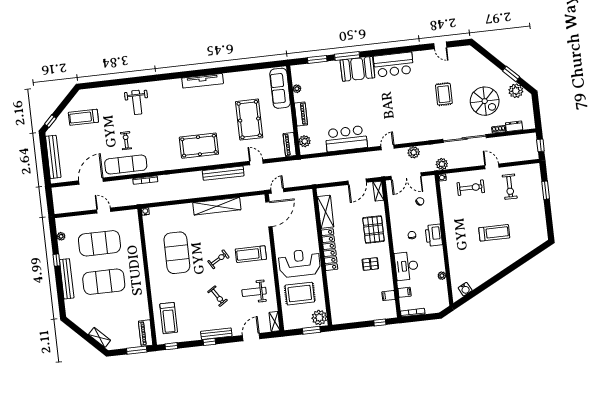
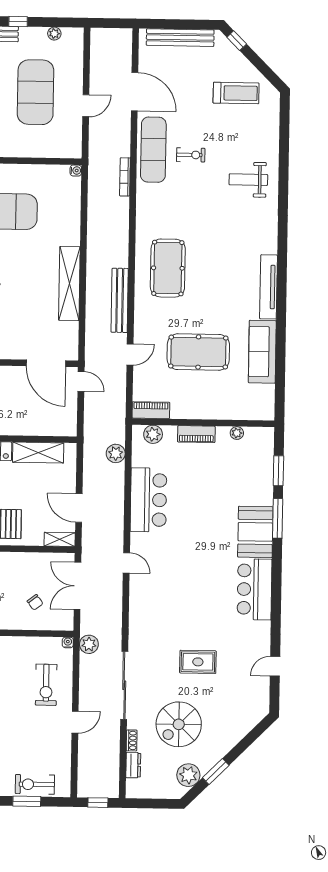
sofa: (280, 88) -> (262, 352), moved, turned -90
treadmill: (83, 117) -> (236, 93), turned 90
plant: (414, 152) -> (116, 453), moved
exercise bike: (510, 187) -> (35, 784), moved

